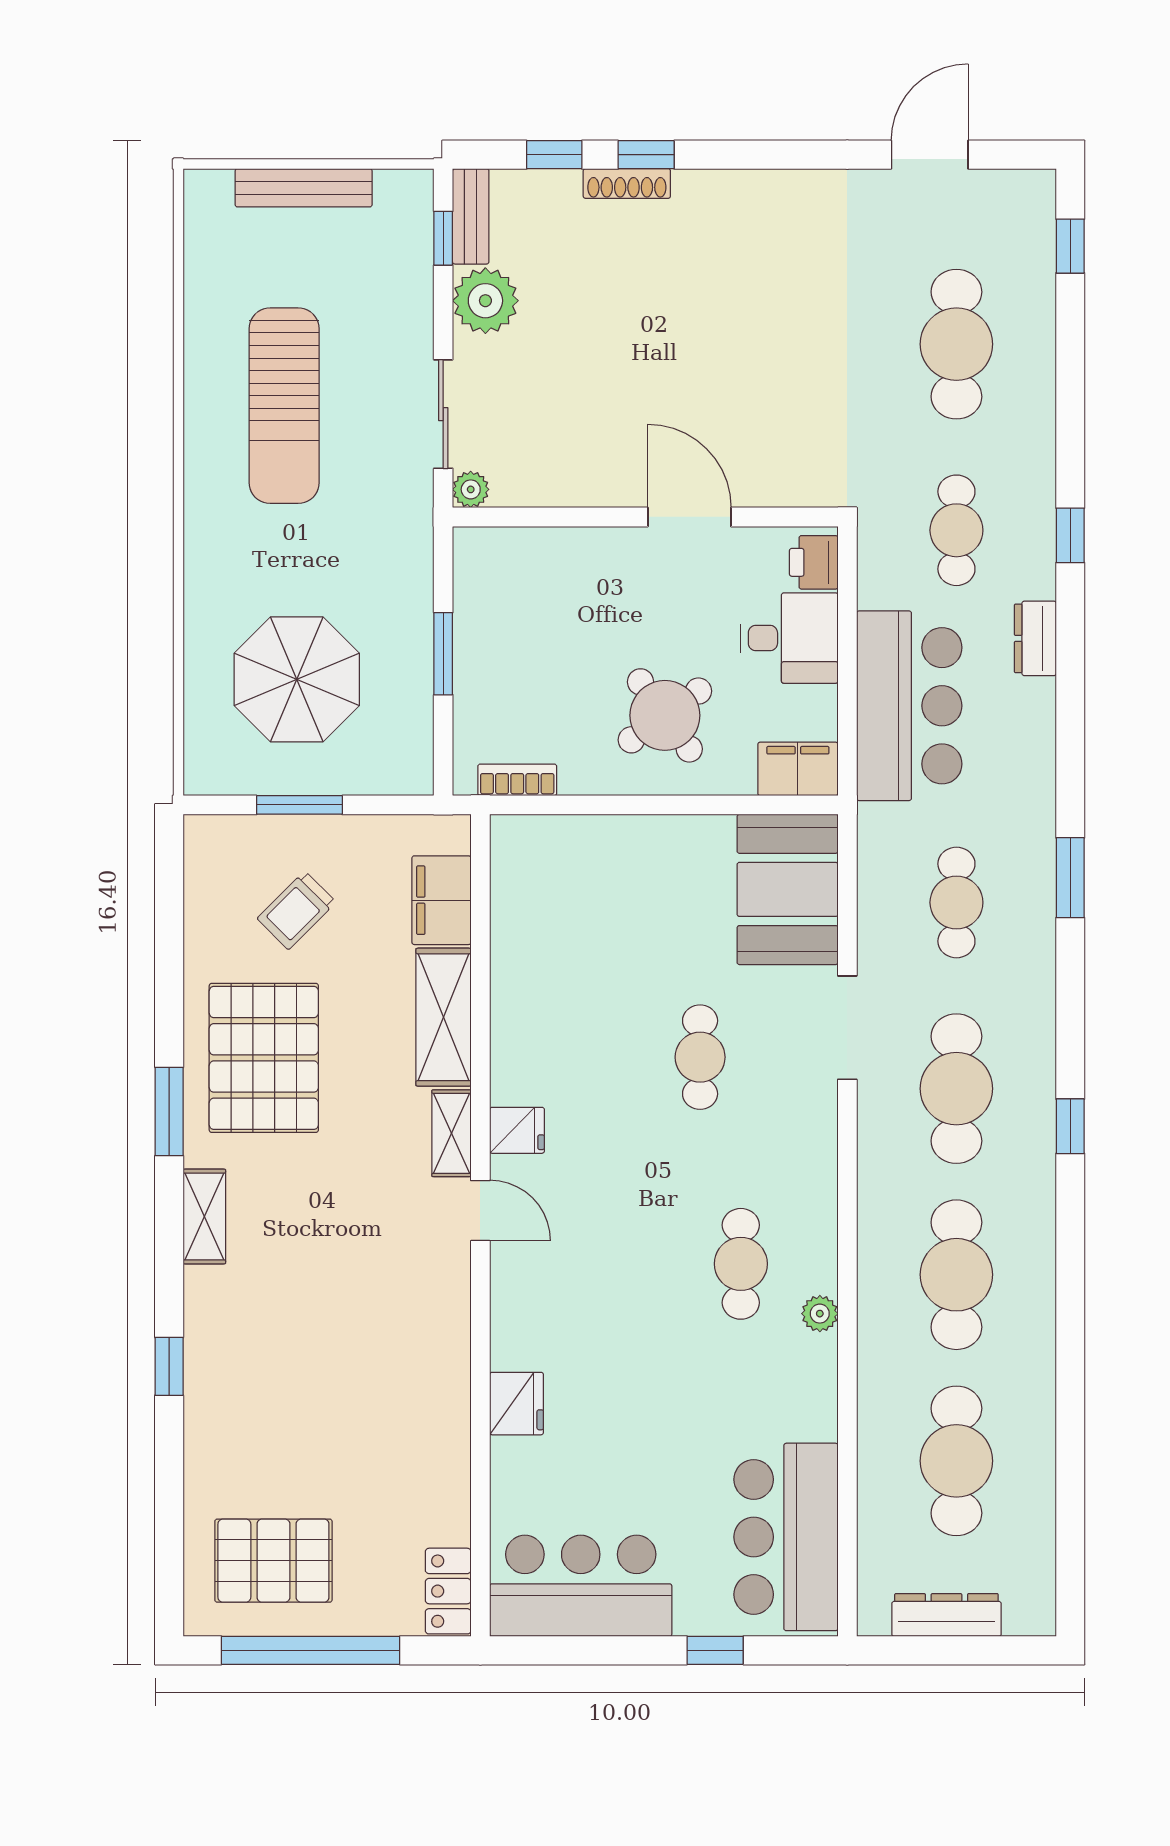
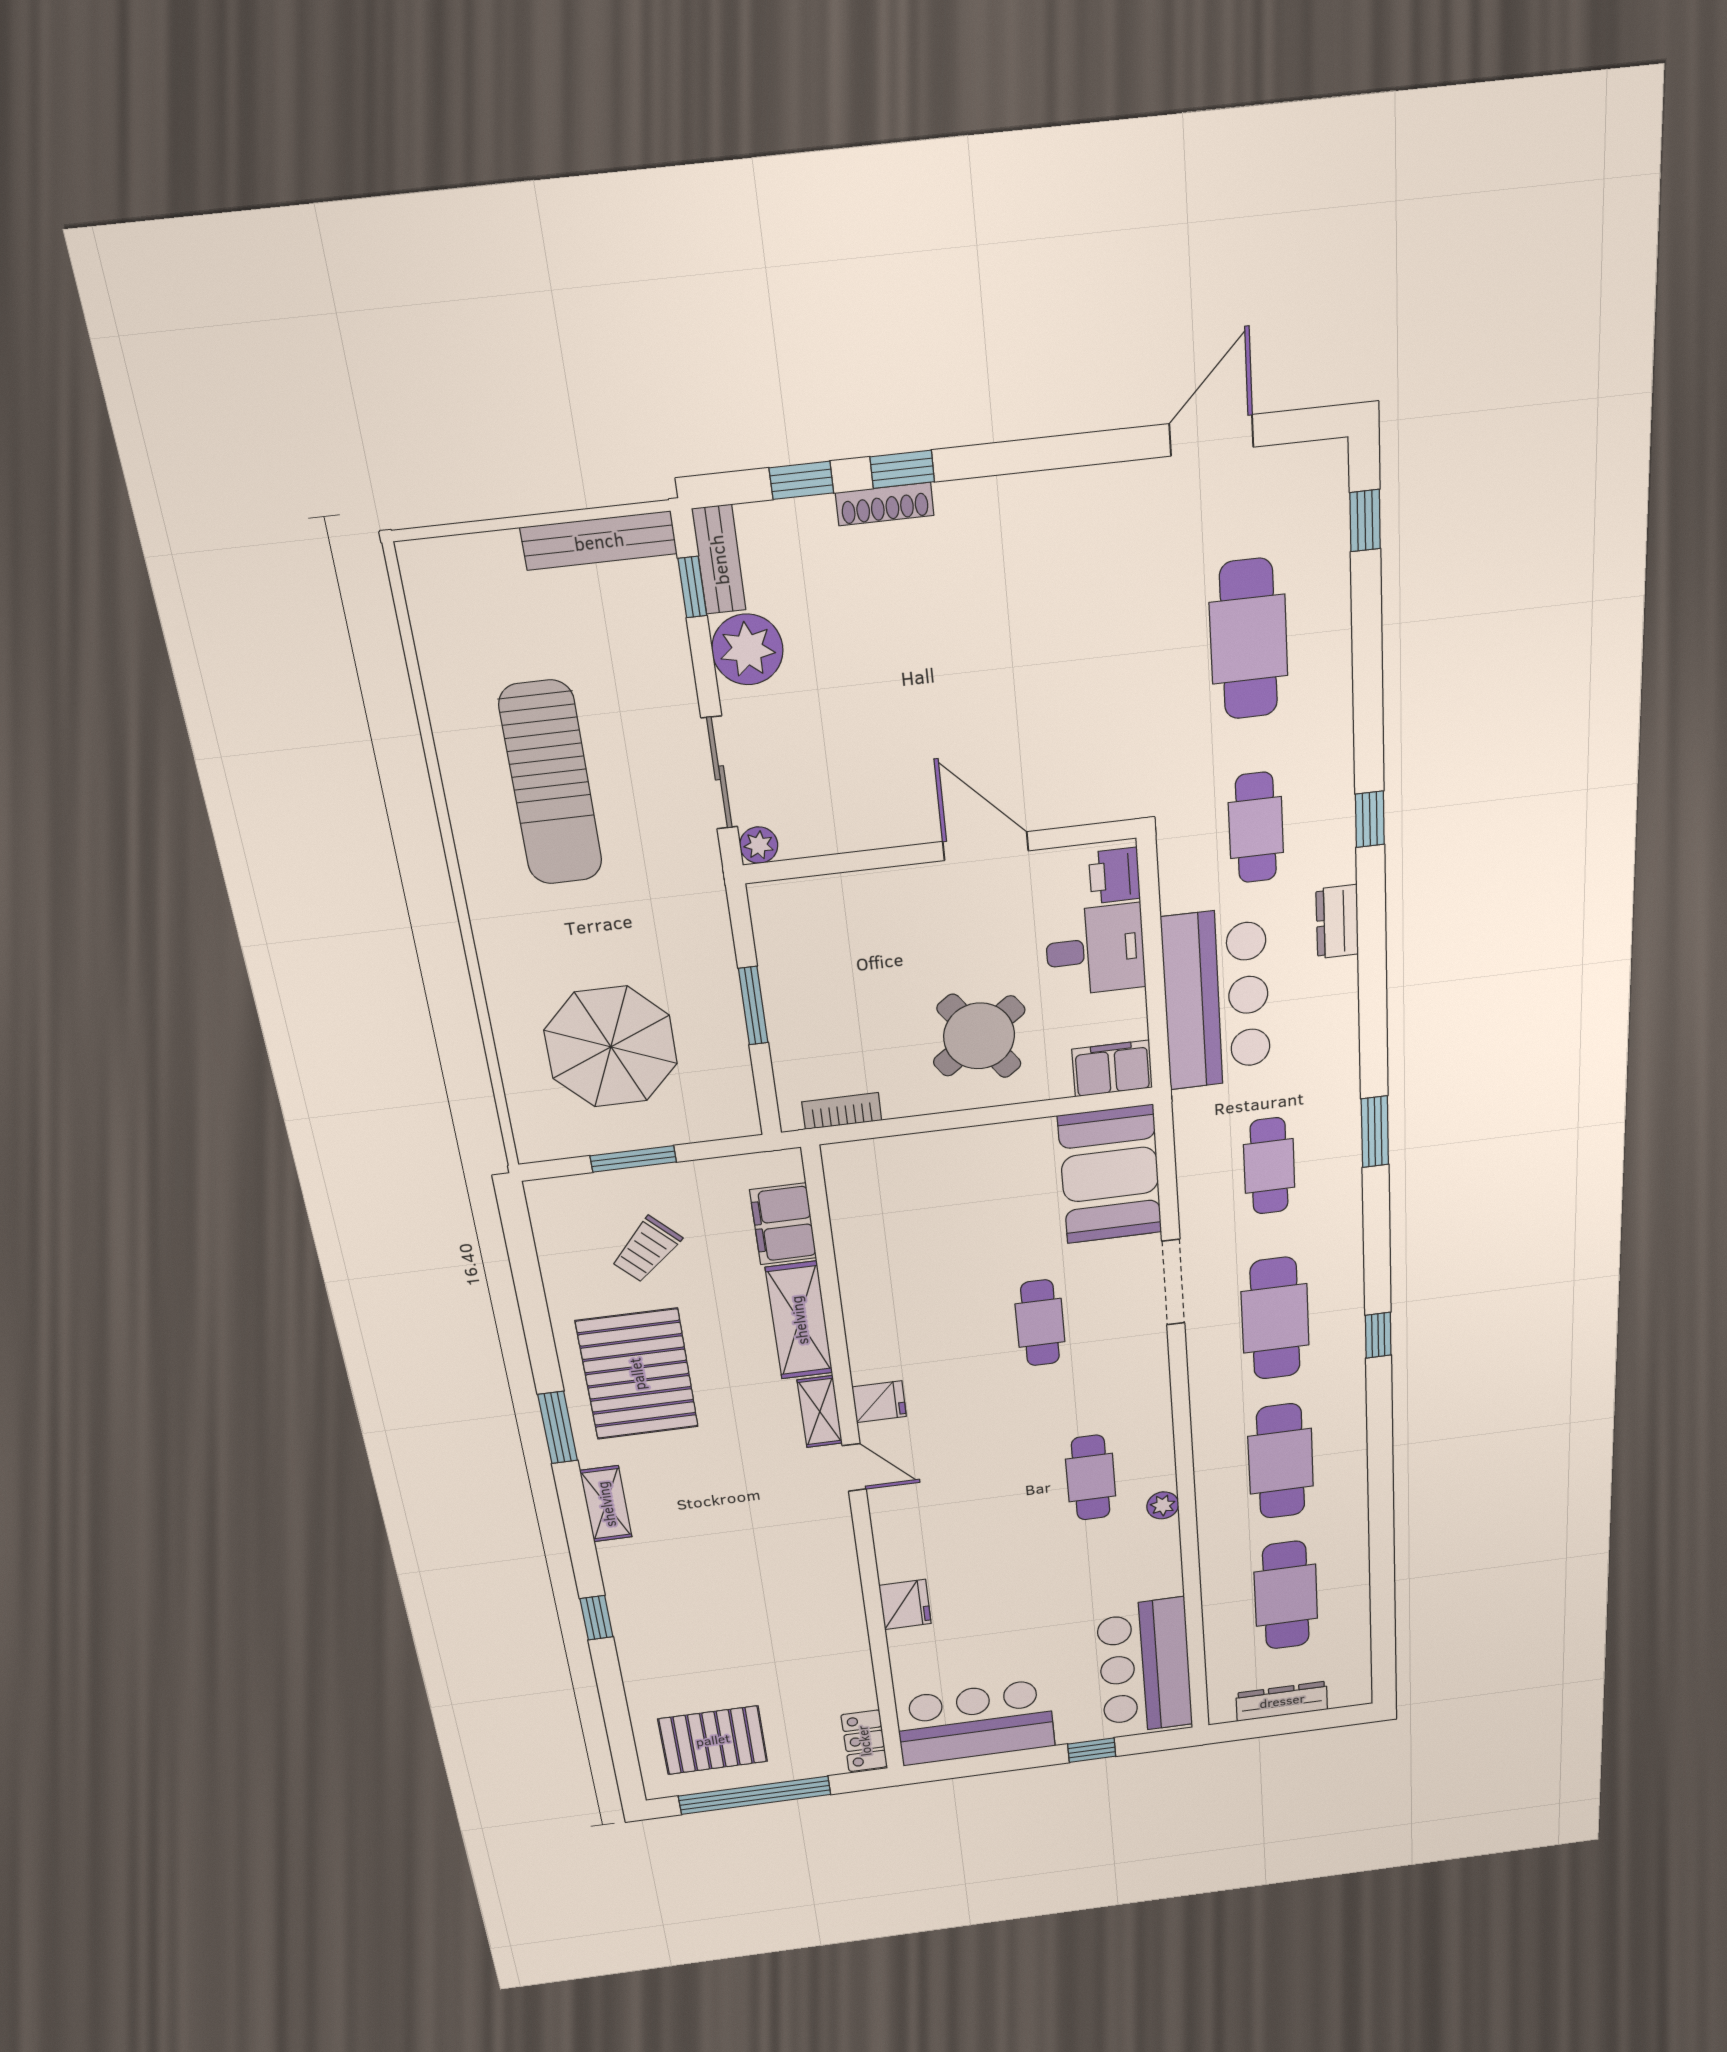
bench: (304, 188) -> (599, 541), moved

